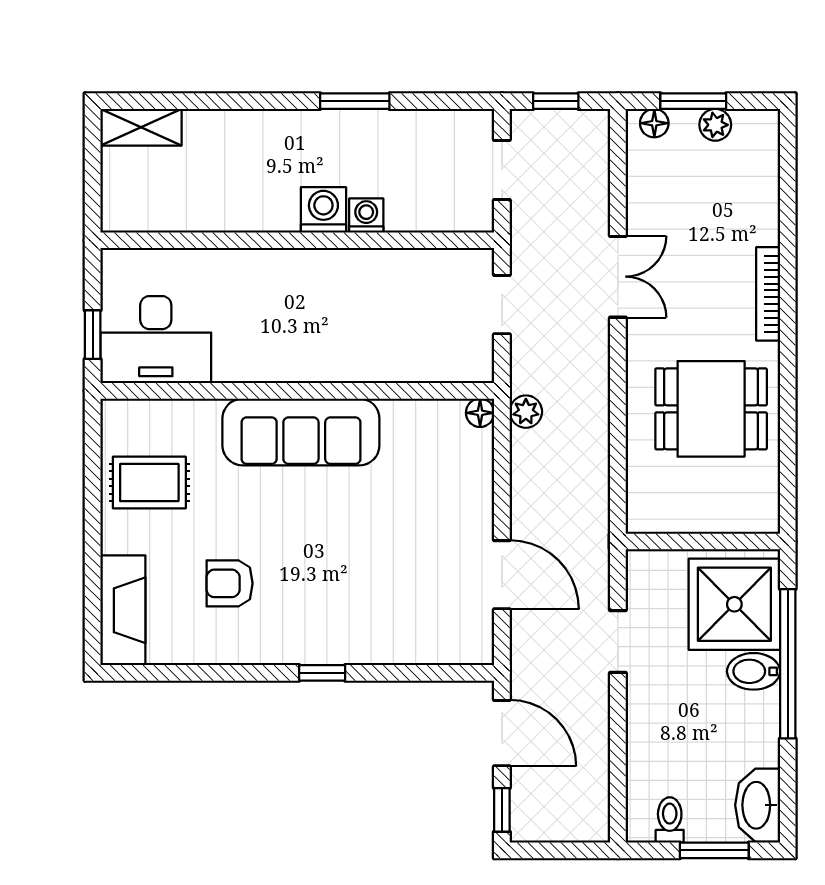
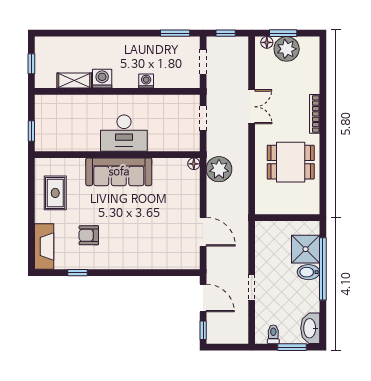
window: (355, 101) -> (175, 33), moved
plant: (715, 125) -> (287, 49), width x1.88, depth x1.88
shelving: (141, 127) -> (74, 81), moved
window: (93, 174) -> (31, 64), added
washing machine: (323, 210) -> (102, 79), moved
desk: (156, 340) -> (124, 133), moved
plant: (526, 412) -> (219, 169), width x1.87, depth x1.87
rug: (149, 482) -> (55, 193), turned 90
shower: (734, 604) -> (306, 249), width x0.73, depth x0.73
doorway: (618, 642) -> (252, 287), moved
window: (322, 673) -> (78, 273), moved

